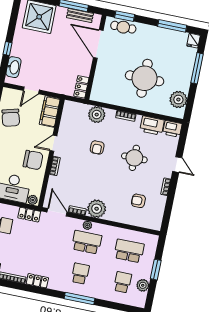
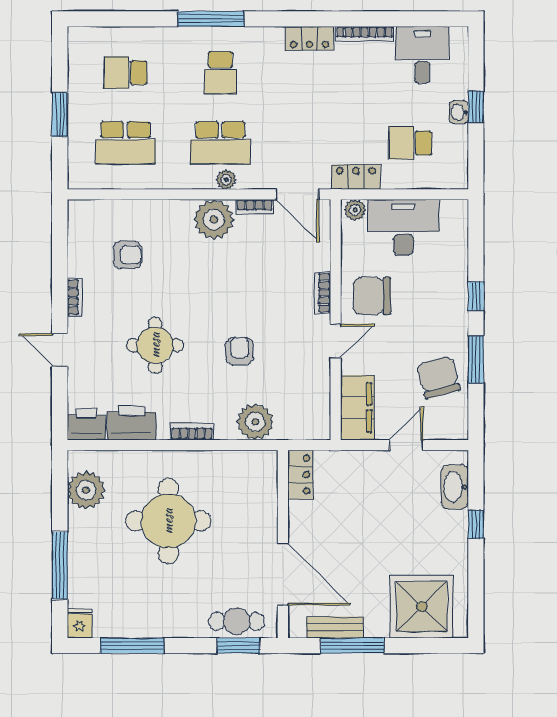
school desk: (123, 282) -> (125, 73), turned 90
plant: (143, 285) -> (81, 75), removed

